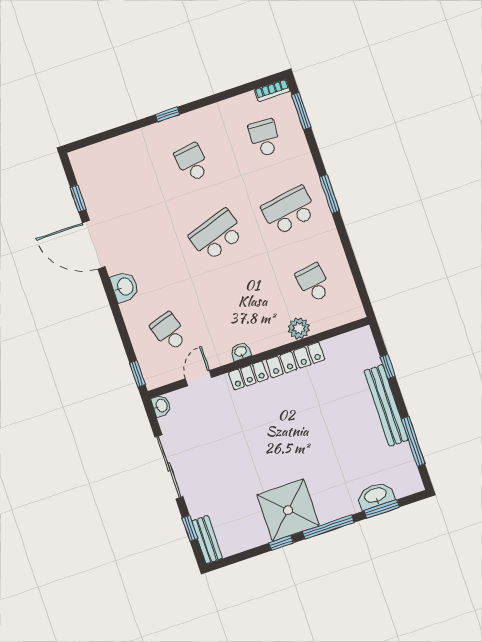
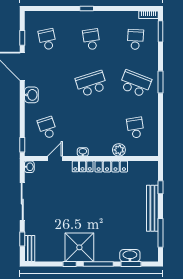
school desk: (120, 187) -> (47, 39), added
school desk: (289, 210) -> (135, 84), turned 30

